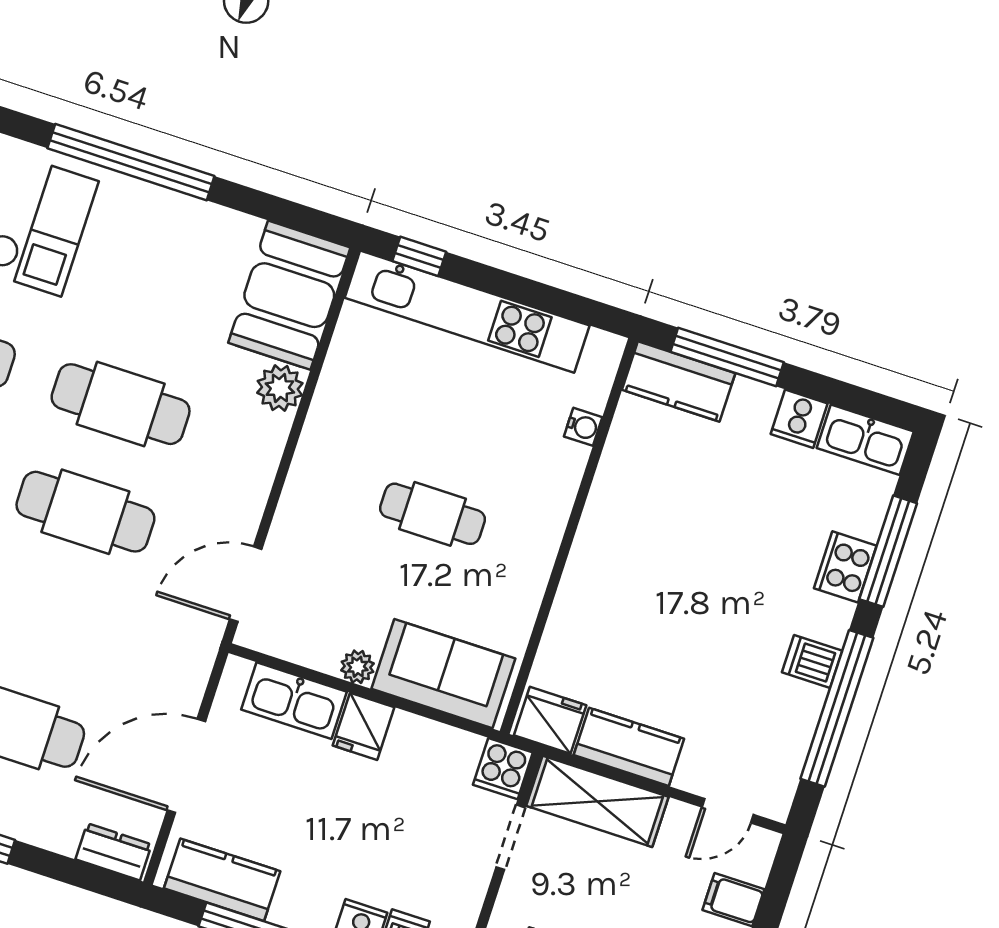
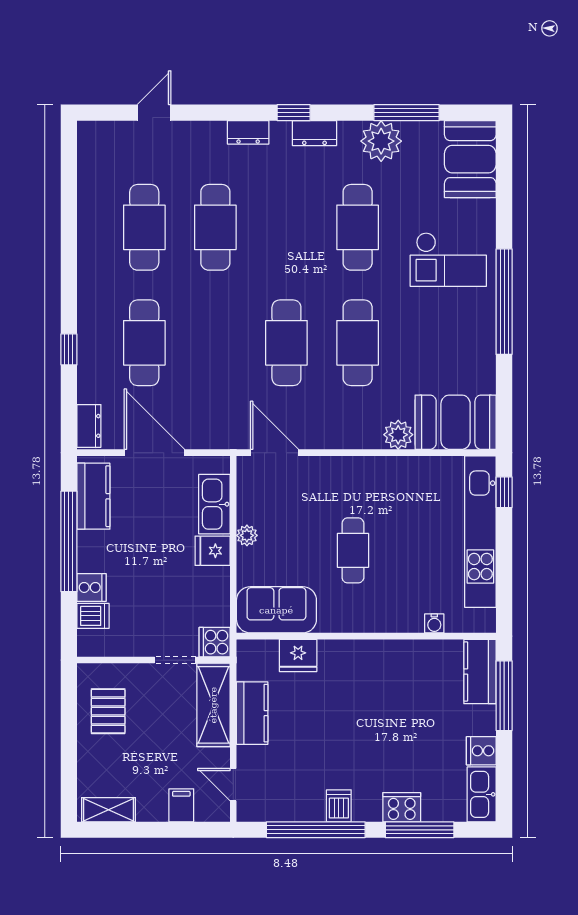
sofa: (443, 674) -> (276, 610), moved, turned -90
fridge: (550, 720) -> (298, 655), moved, turned 90

